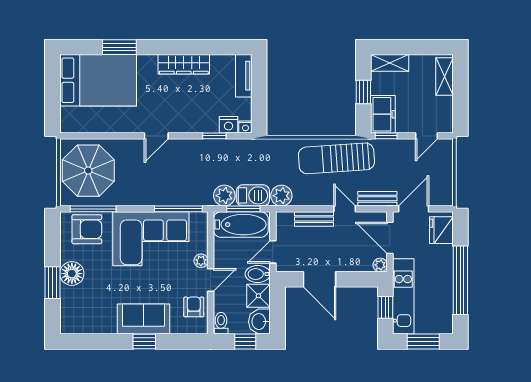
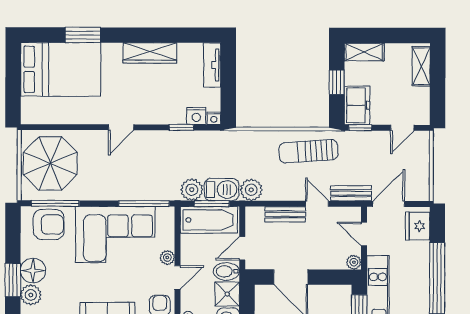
sun lounger: (336, 158) -> (308, 151), width x0.73, depth x0.75
door: (390, 238) -> (364, 234), width x0.73
plant: (70, 297) -> (31, 295), added

